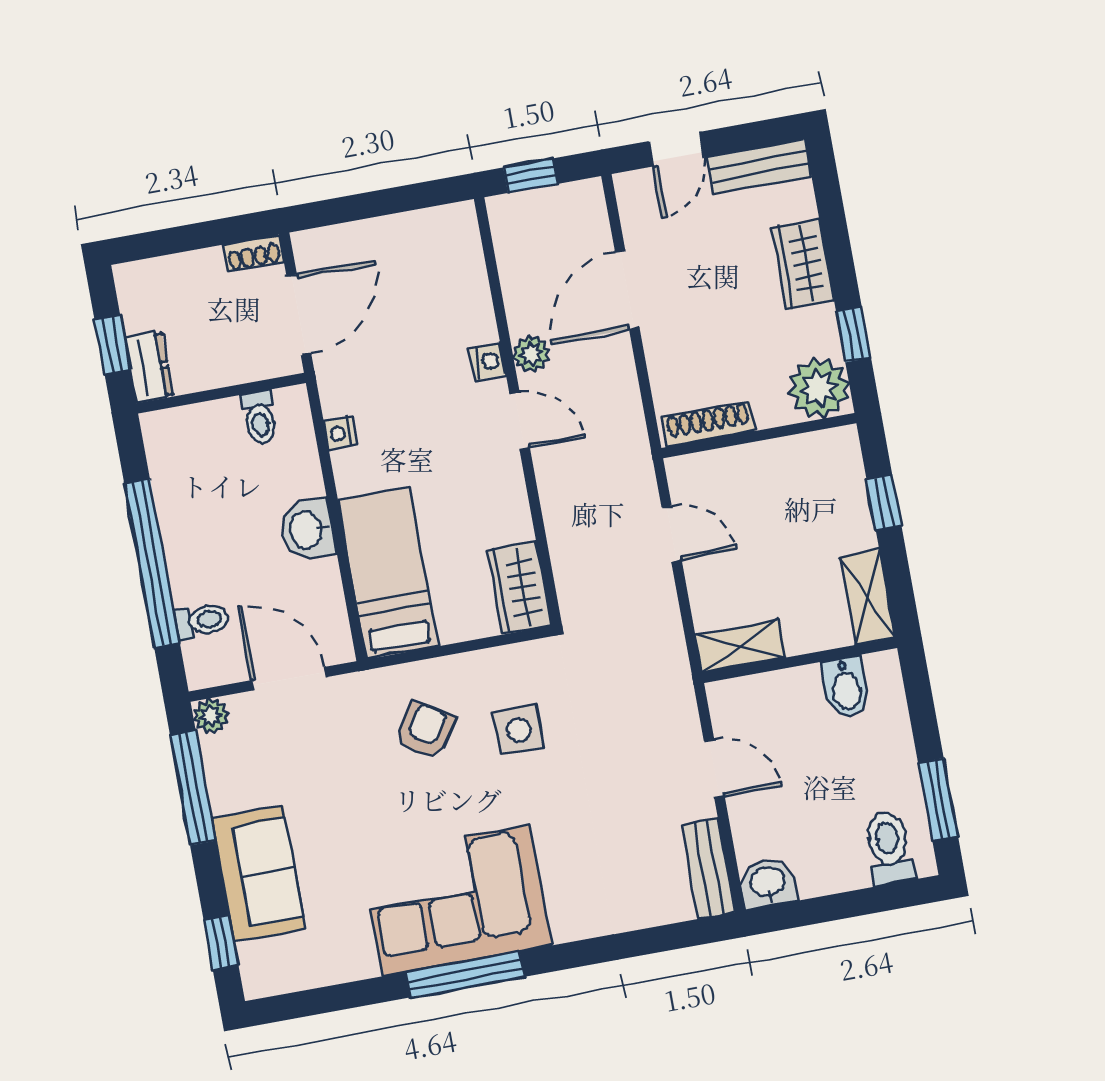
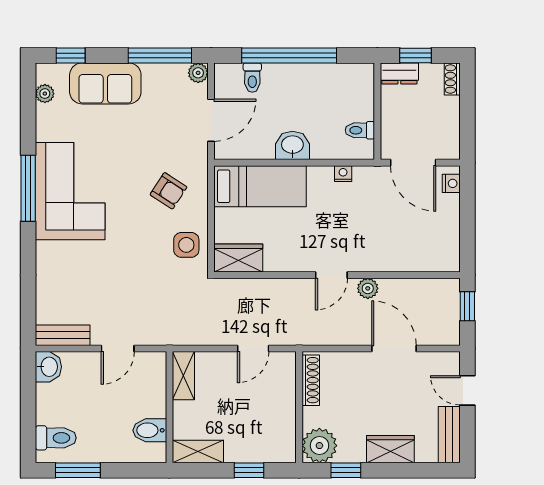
shoe rack: (253, 253) -> (452, 79), moved
nightstand: (488, 361) -> (451, 183), moved, turned -90
side table: (519, 730) -> (186, 245), moved
plant: (295, 975) -> (45, 94), added

